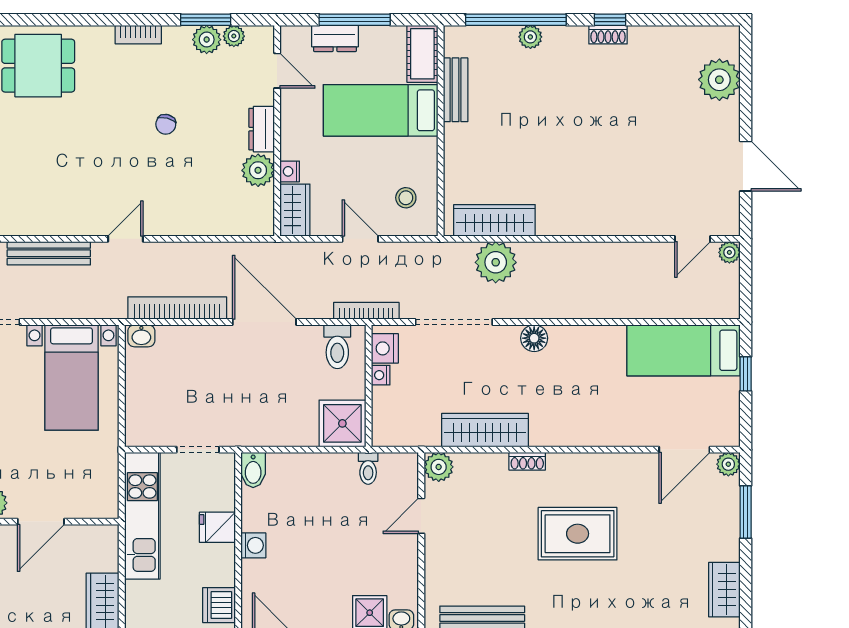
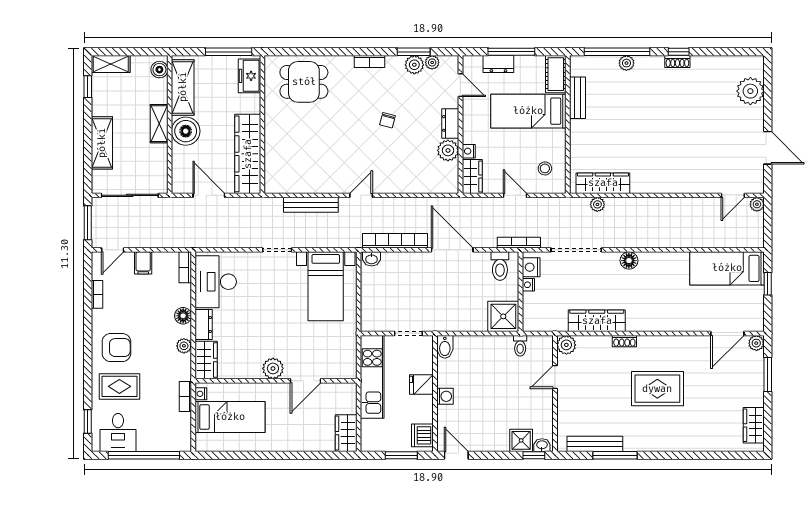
plant: (496, 262) -> (597, 204), width x0.53, depth x0.53

